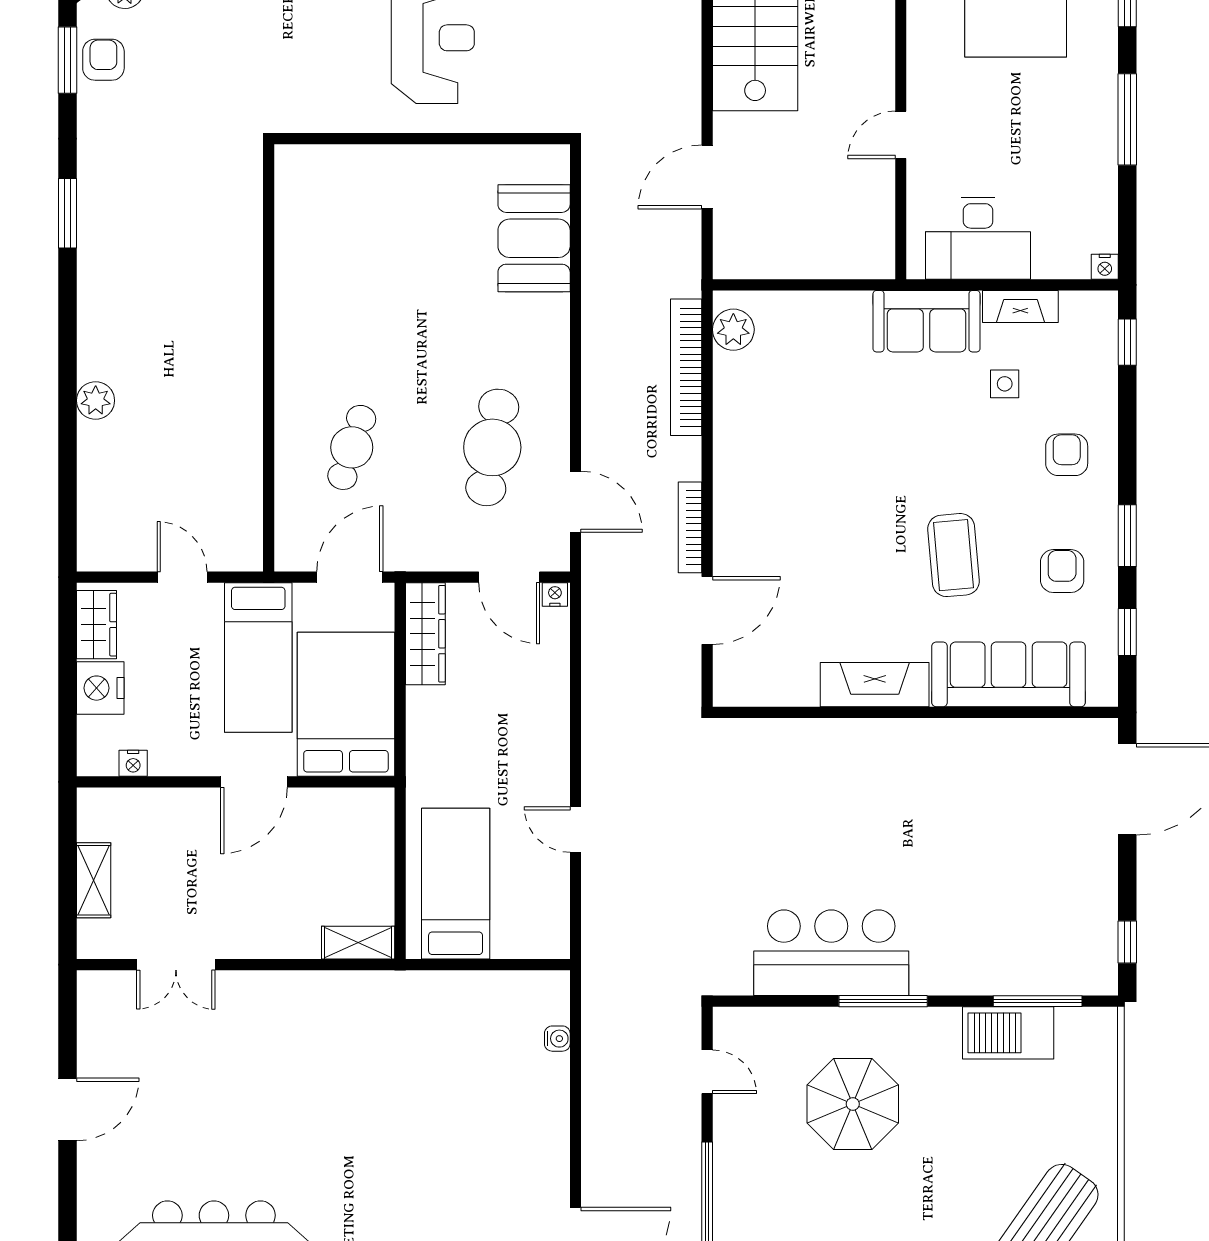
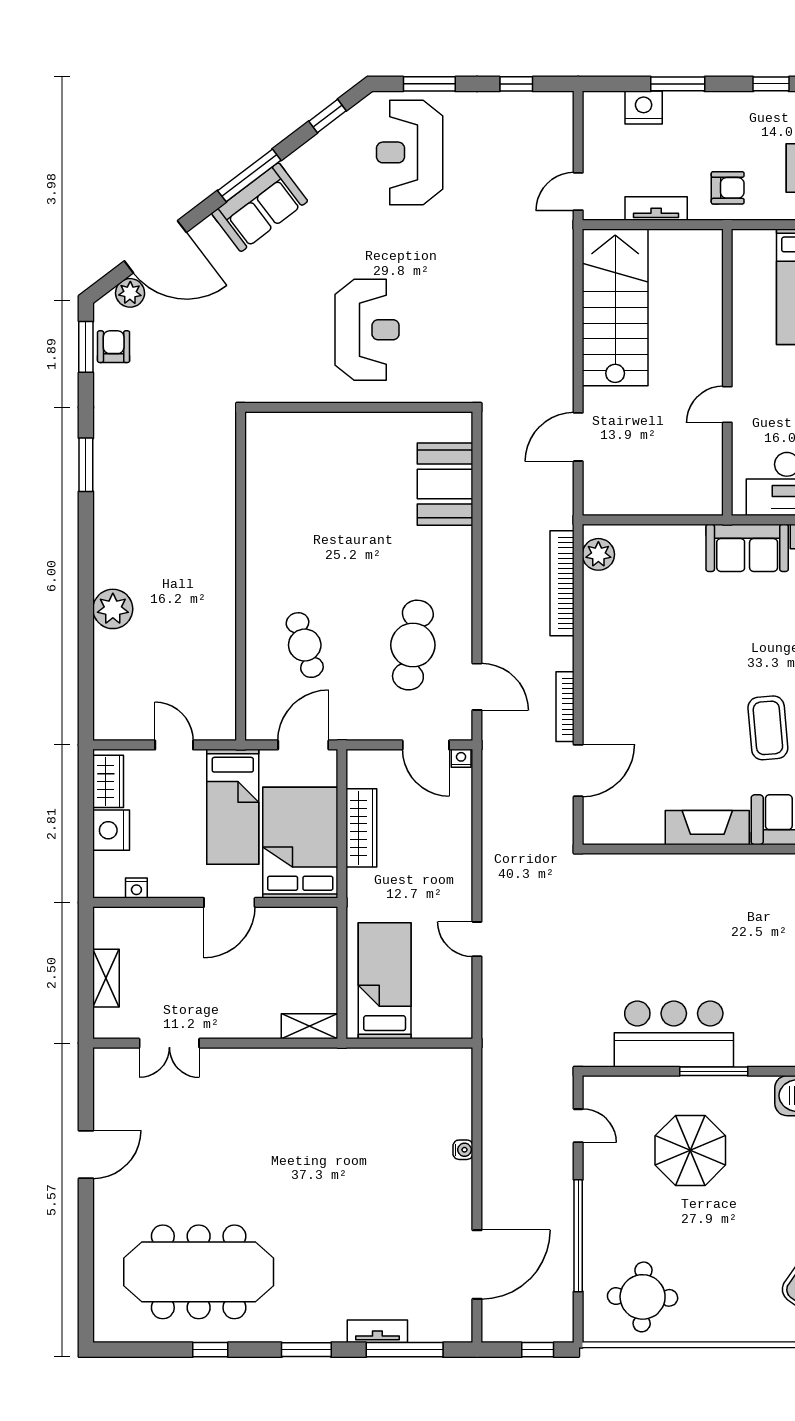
plant: (96, 401) -> (113, 609), width x1.36, depth x1.36
cafe table: (352, 447) -> (305, 645), turned -36
wardrobe: (425, 634) -> (361, 828), moved
water cooler: (557, 1039) -> (463, 1150), moved

